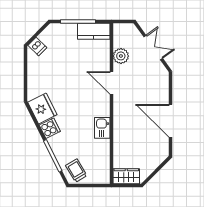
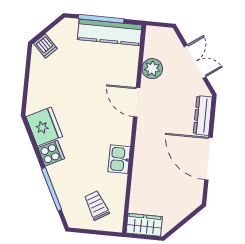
kitchen counter: (94, 31) -> (110, 32), width x1.50
dresser: (163, 88) -> (203, 115), added
trolley: (76, 171) -> (97, 205), moved

